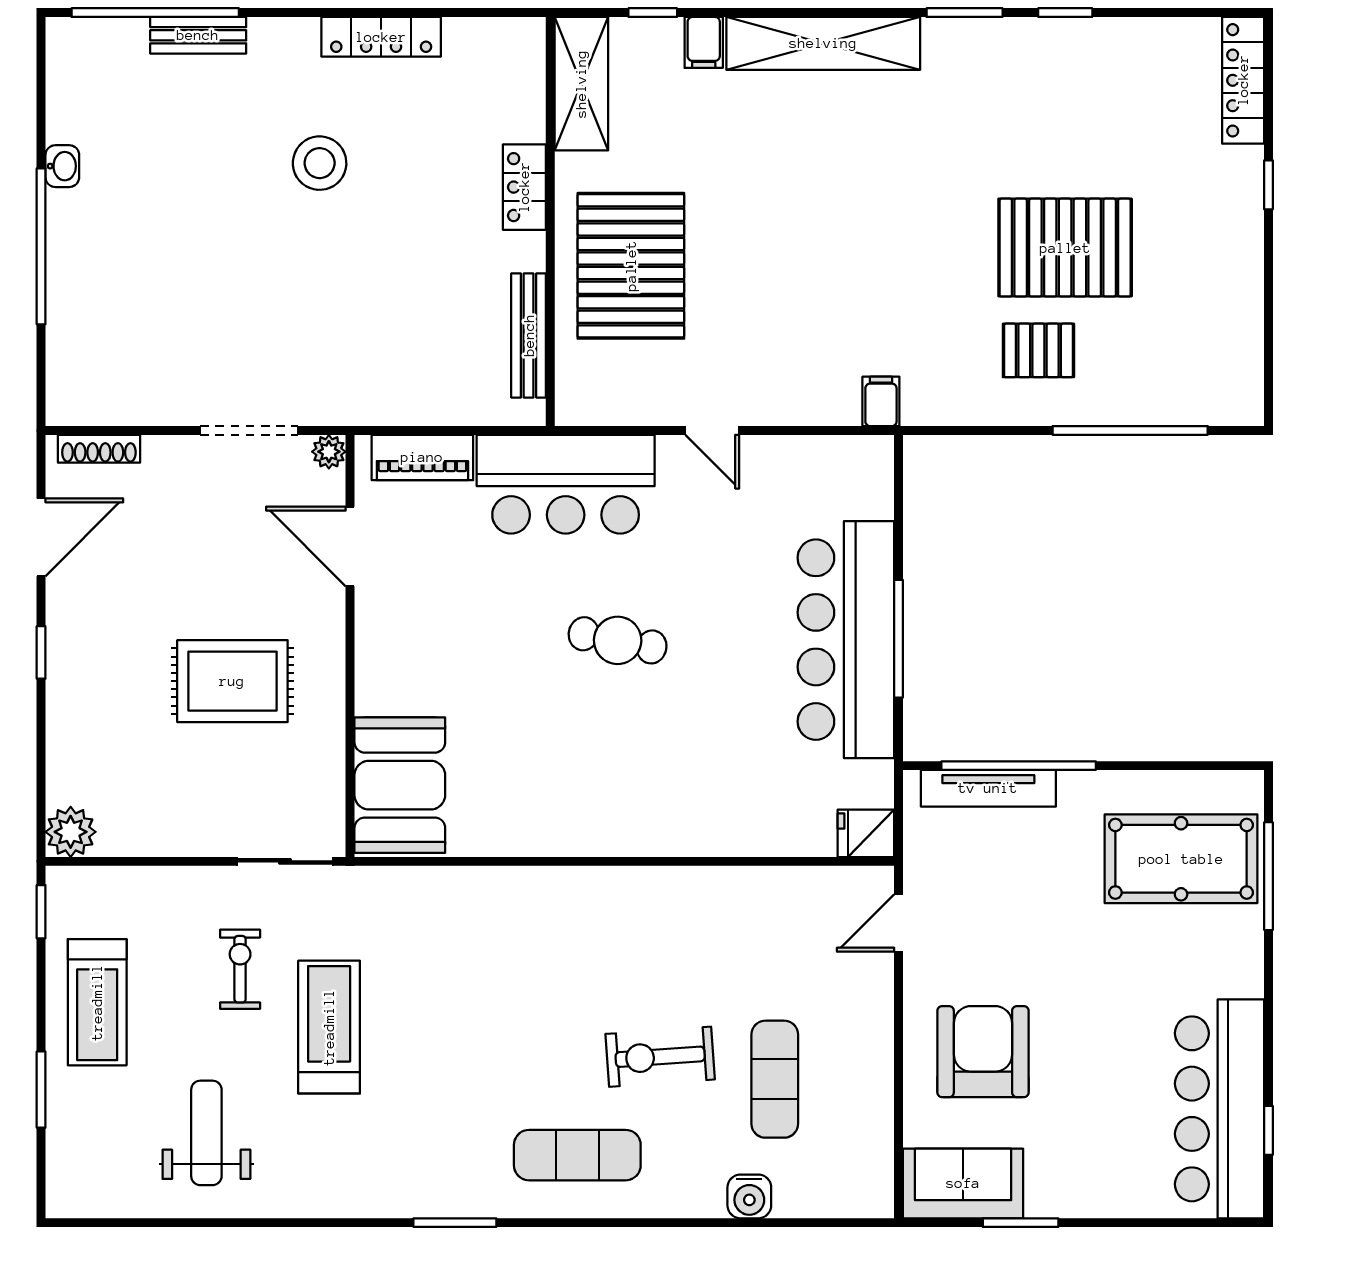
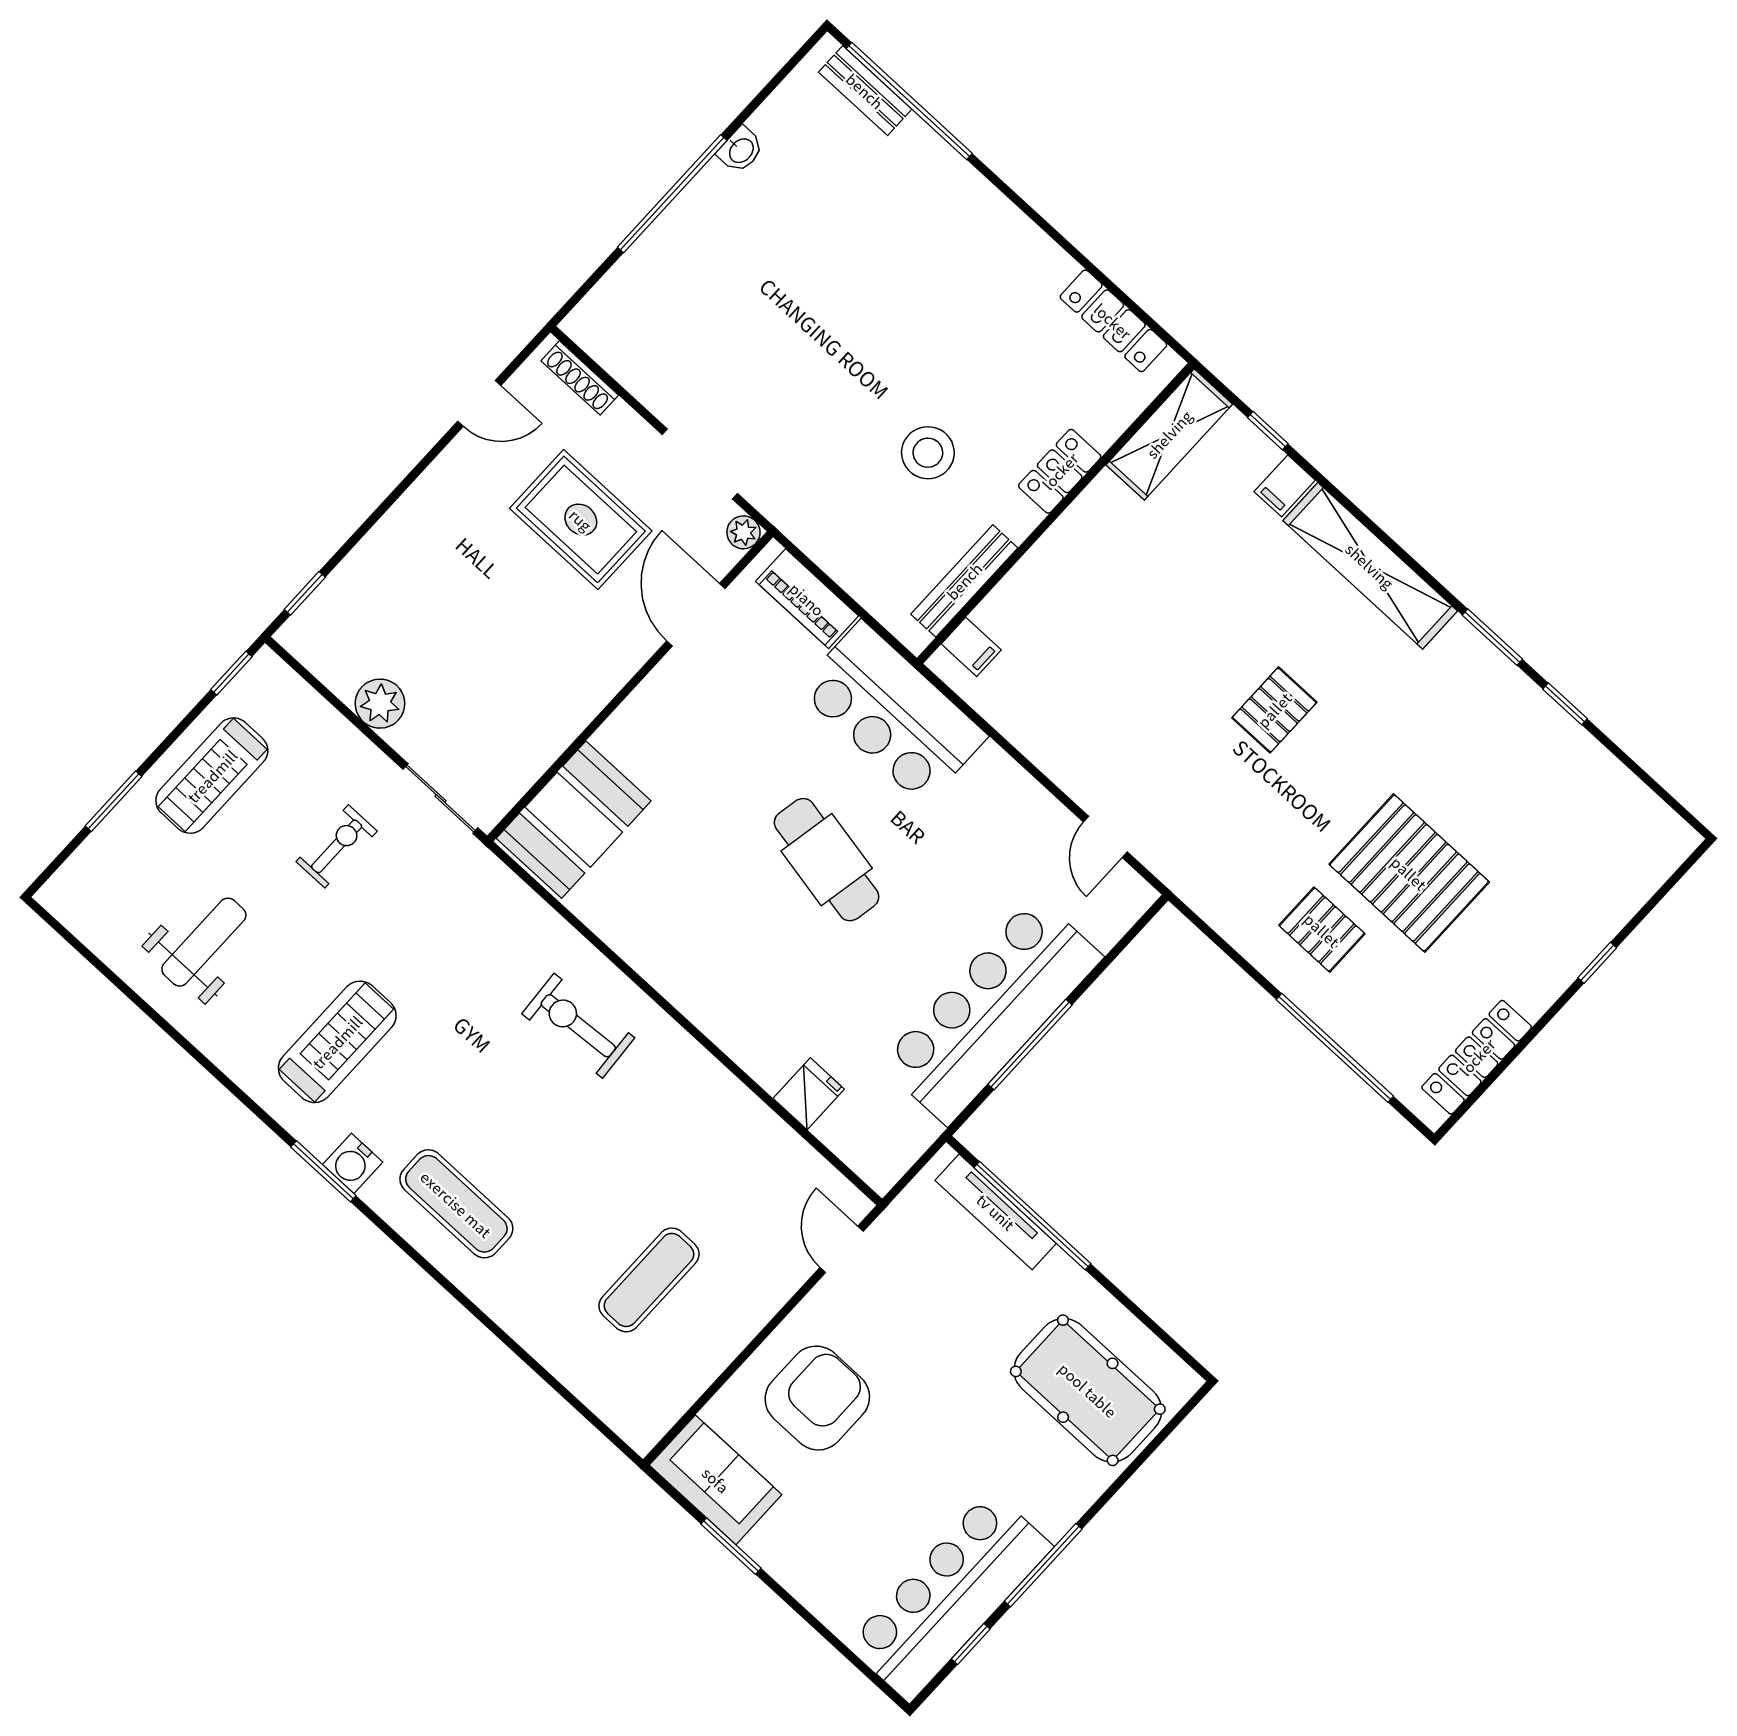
bench: (198, 35) -> (865, 91), moved
locker: (381, 37) -> (1113, 321), moved
locker: (1243, 80) -> (1477, 1057), moved
stool: (320, 163) -> (928, 453), moved
pallet: (631, 266) -> (1274, 710), moved, width x0.49, depth x0.50
filing cabinet: (881, 401) -> (971, 647), moved, turned 90
door: (712, 430) -> (1105, 837), moved
door: (41, 537) -> (479, 403), width x0.73
cafe table: (618, 640) -> (827, 860), width x1.37, depth x1.35
window: (41, 652) -> (305, 593), moved
rug: (232, 681) -> (581, 520), moved
plant: (71, 832) -> (380, 704), moved
fridge: (866, 833) -> (809, 1094), moved, turned 90
window: (1268, 876) -> (1043, 1565), moved
door: (899, 923) -> (842, 1249), hinge flipped
treadmill: (329, 1027) -> (337, 1042), moved
exercise bike: (660, 1057) -> (578, 1026), moved
water cooler: (749, 1196) -> (353, 1163), moved

